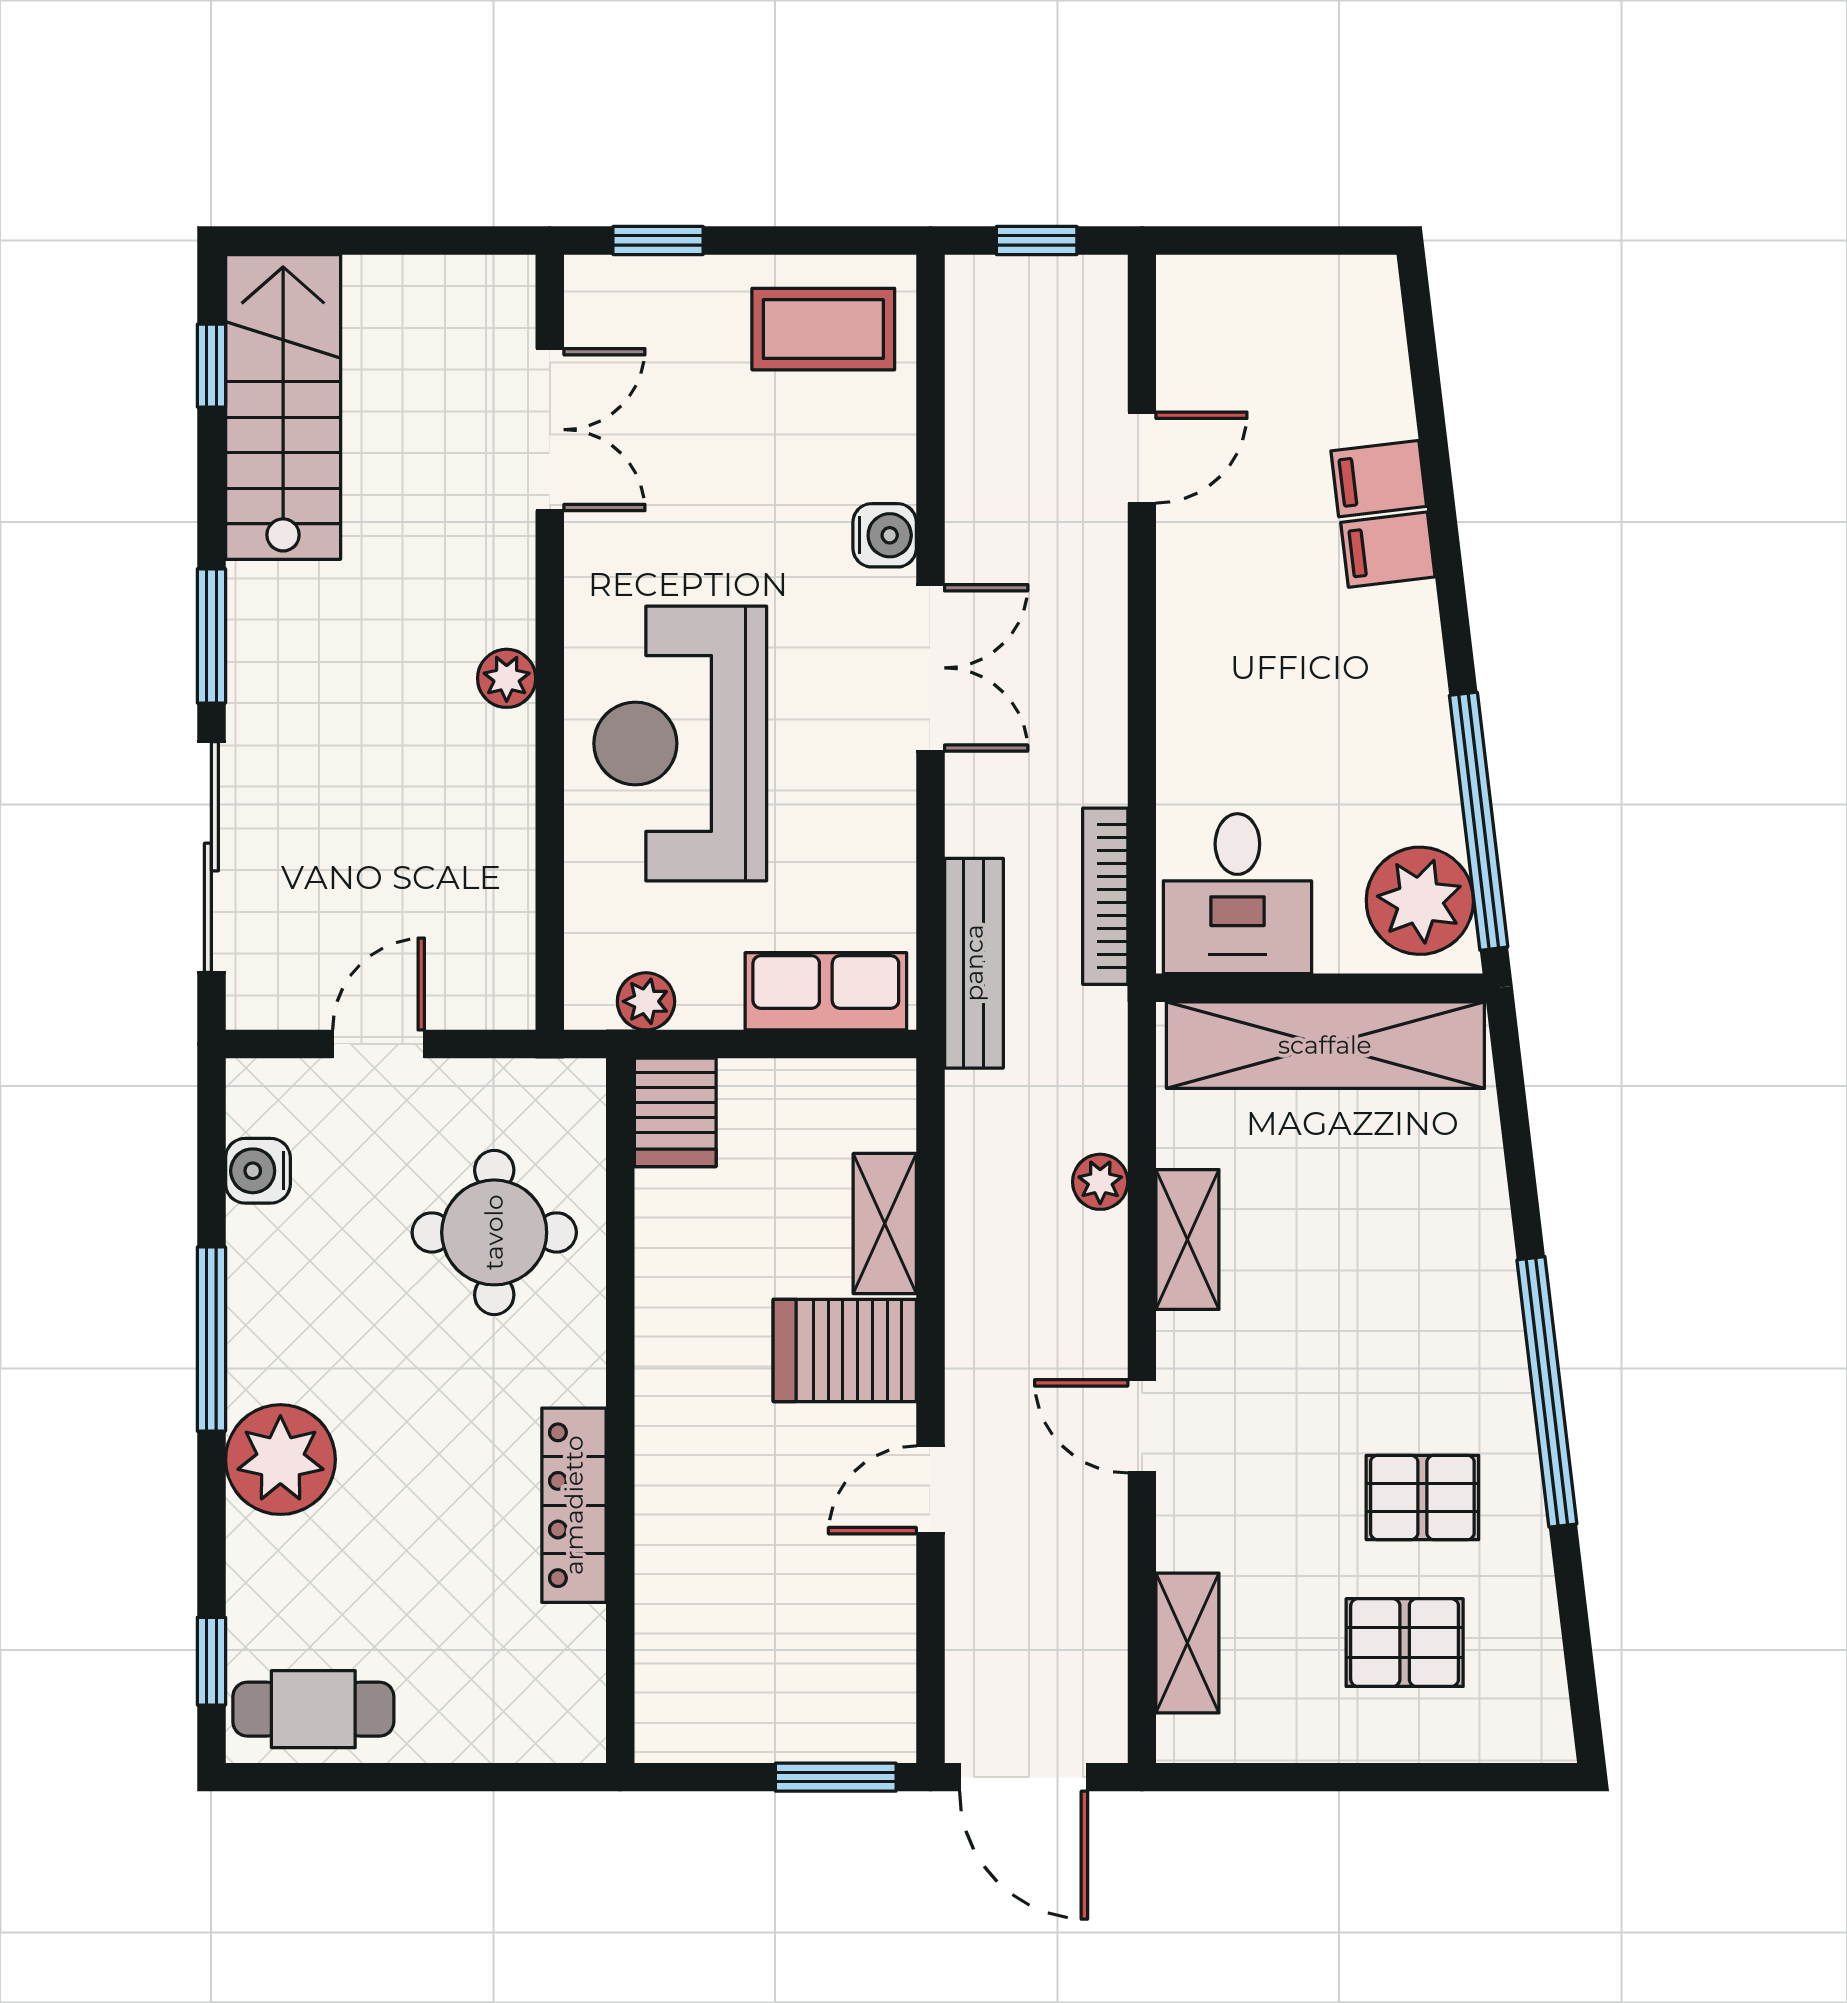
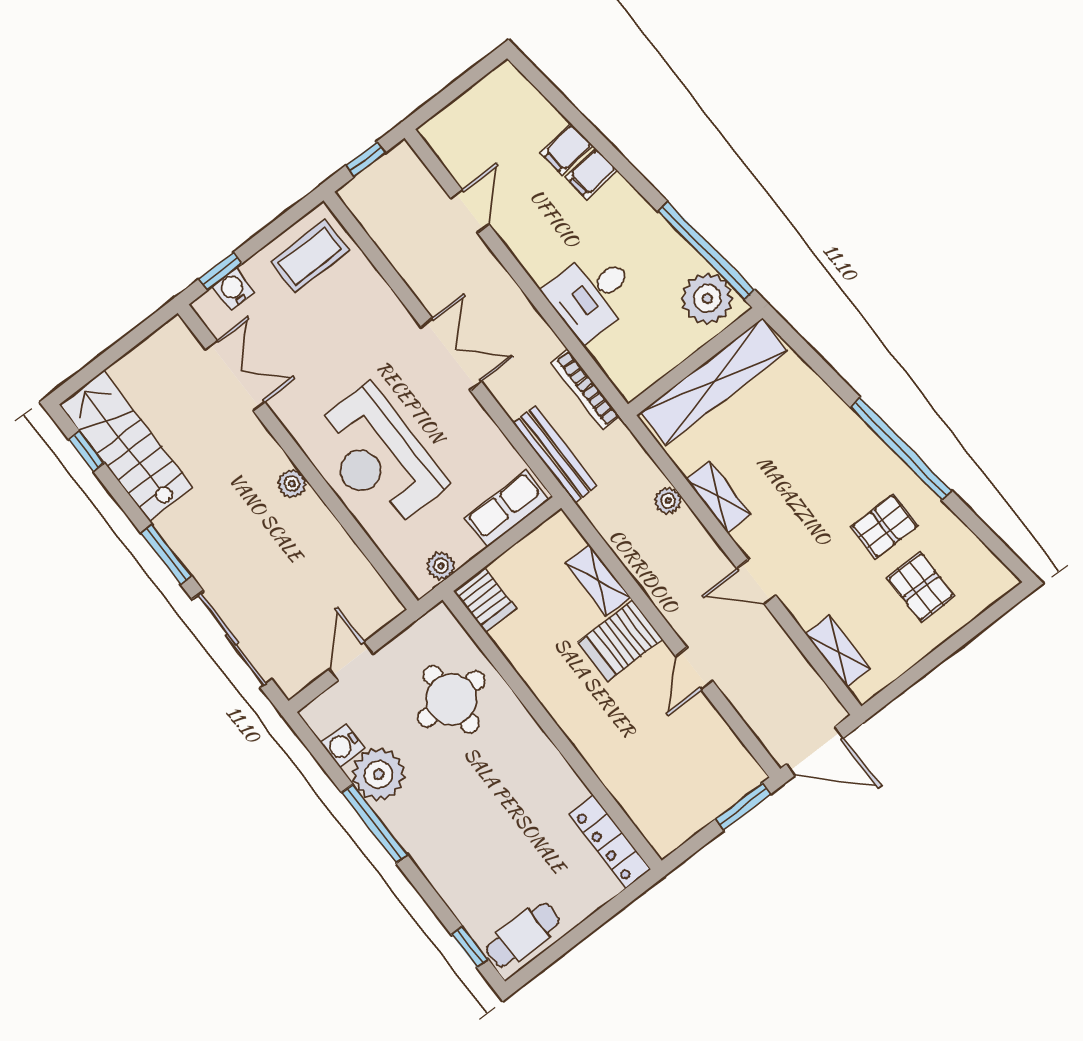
water cooler: (885, 535) -> (233, 289), moved, turned -90
desk: (1237, 894) -> (592, 295), moved, turned 90
plant: (280, 1460) -> (379, 774), moved
locker: (574, 1505) -> (610, 842), moved
pallet: (1405, 1643) -> (921, 587), turned 90

